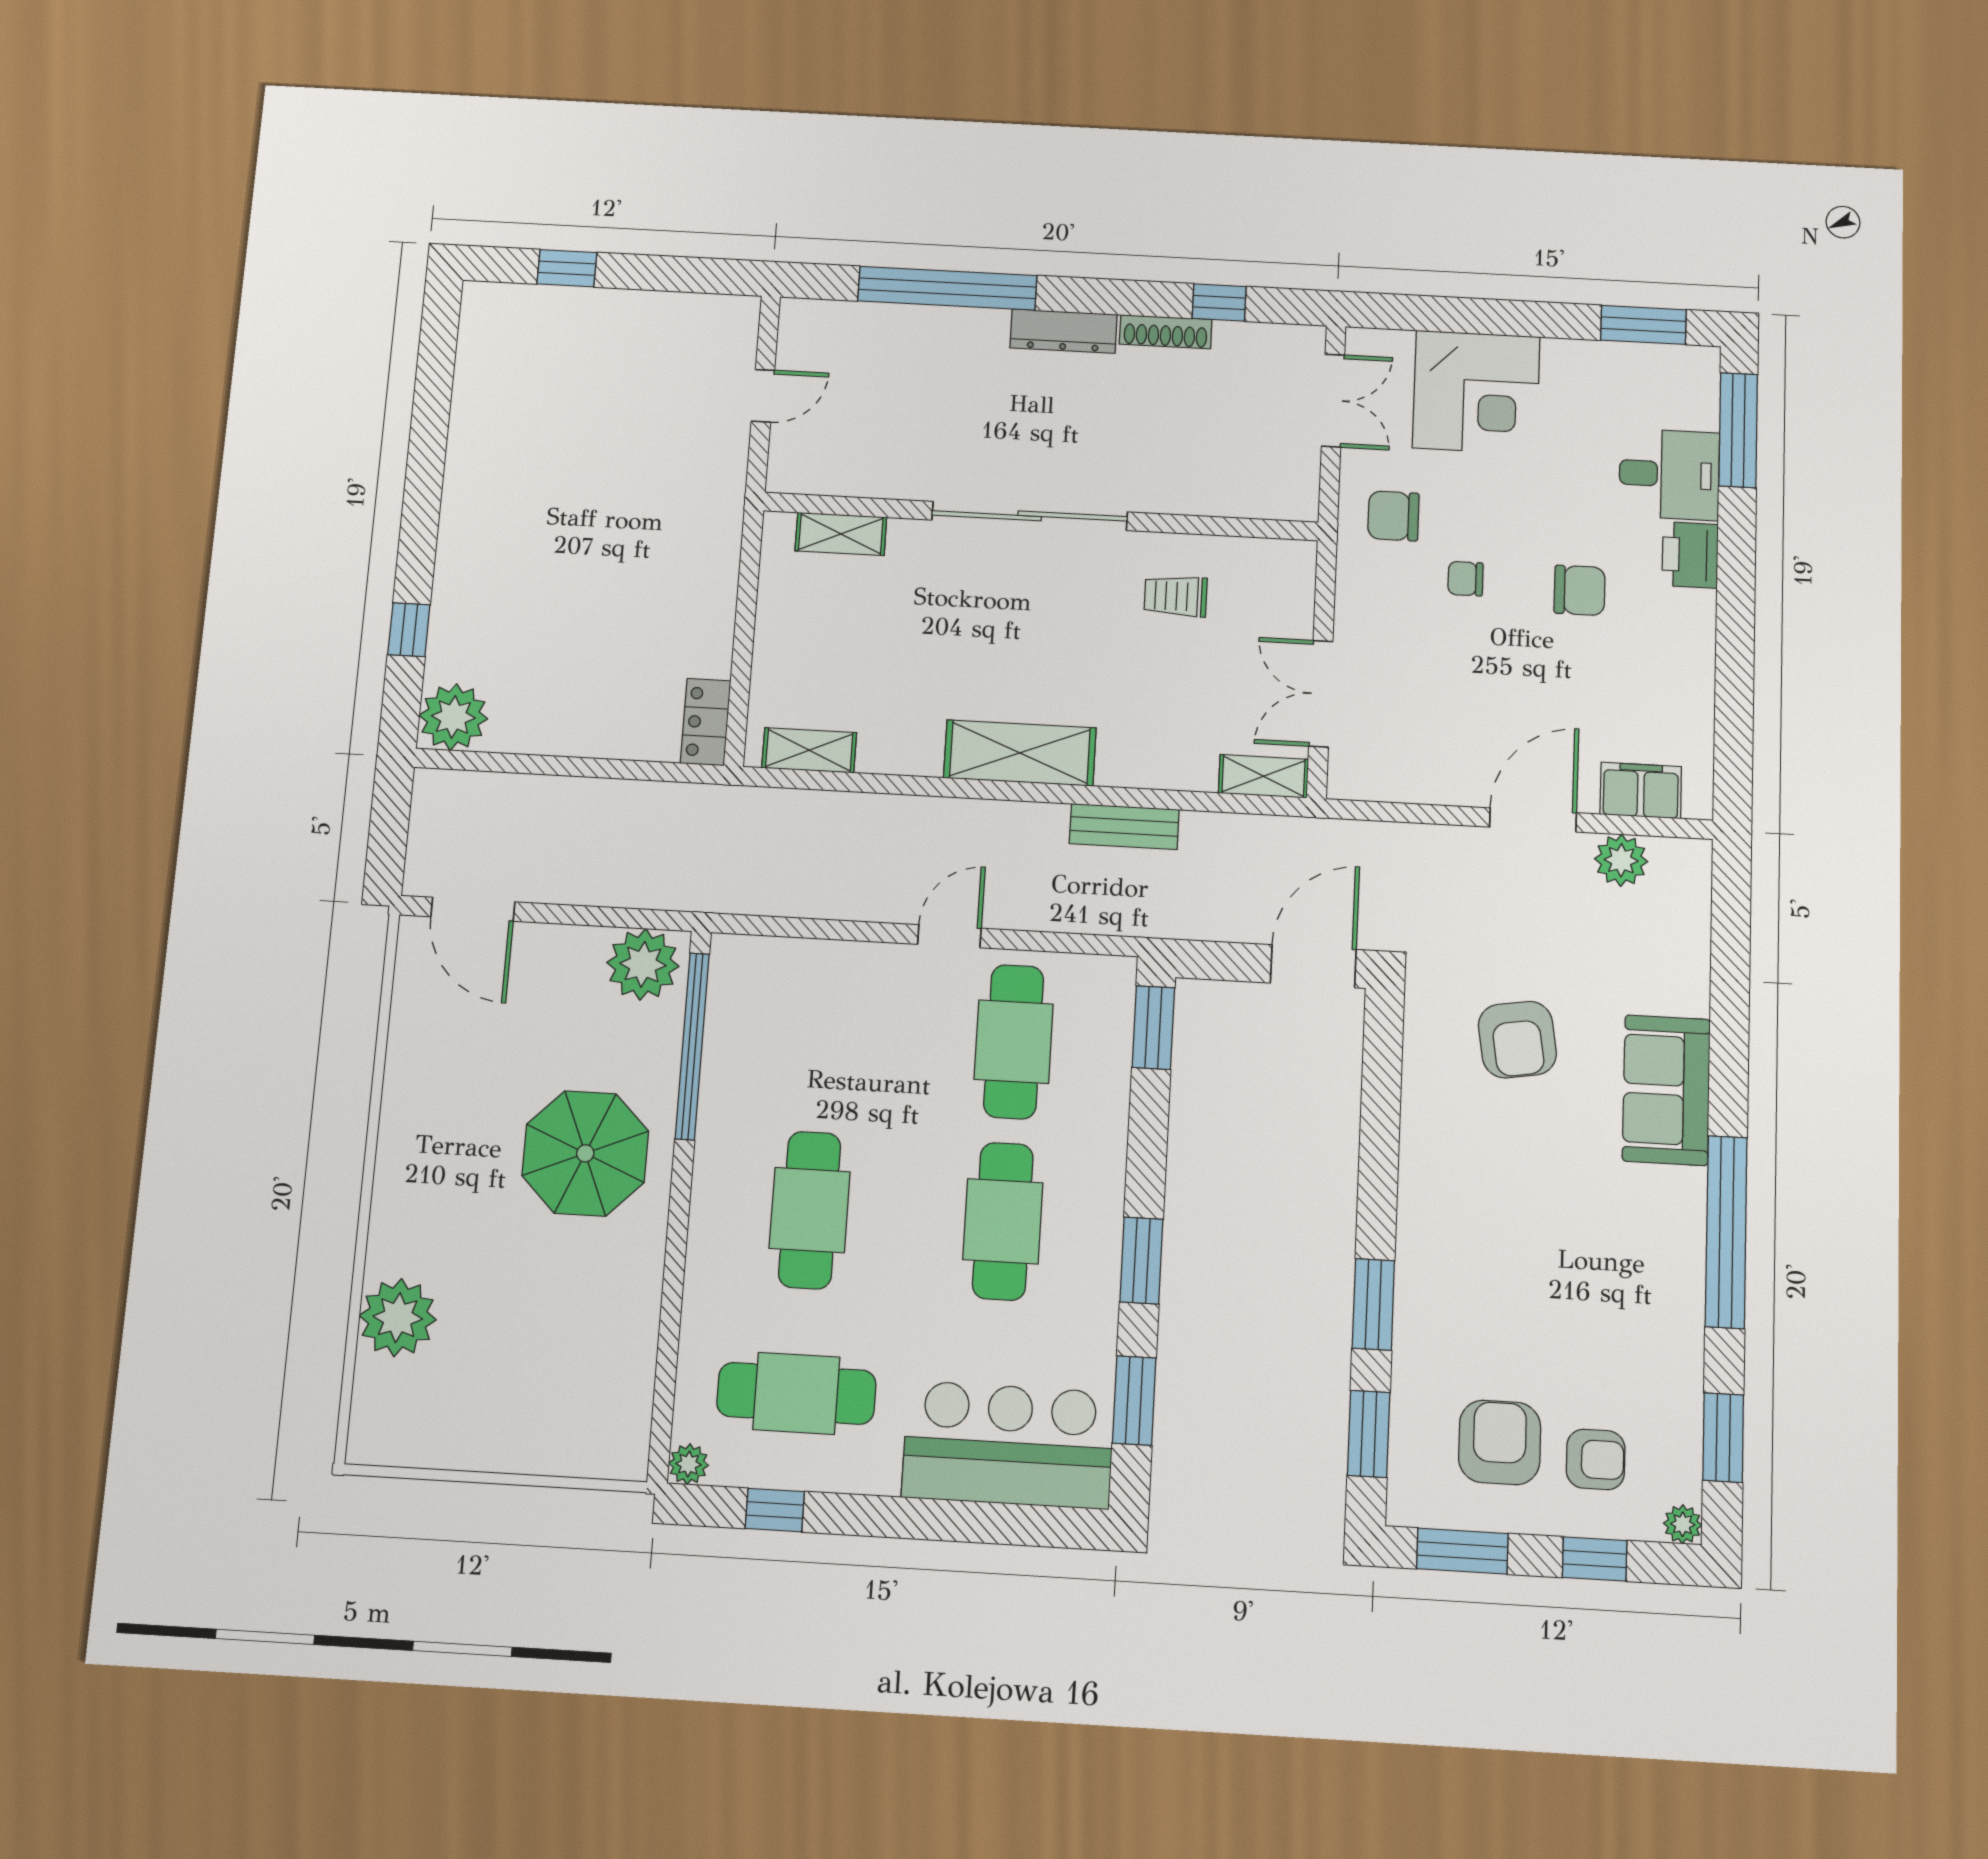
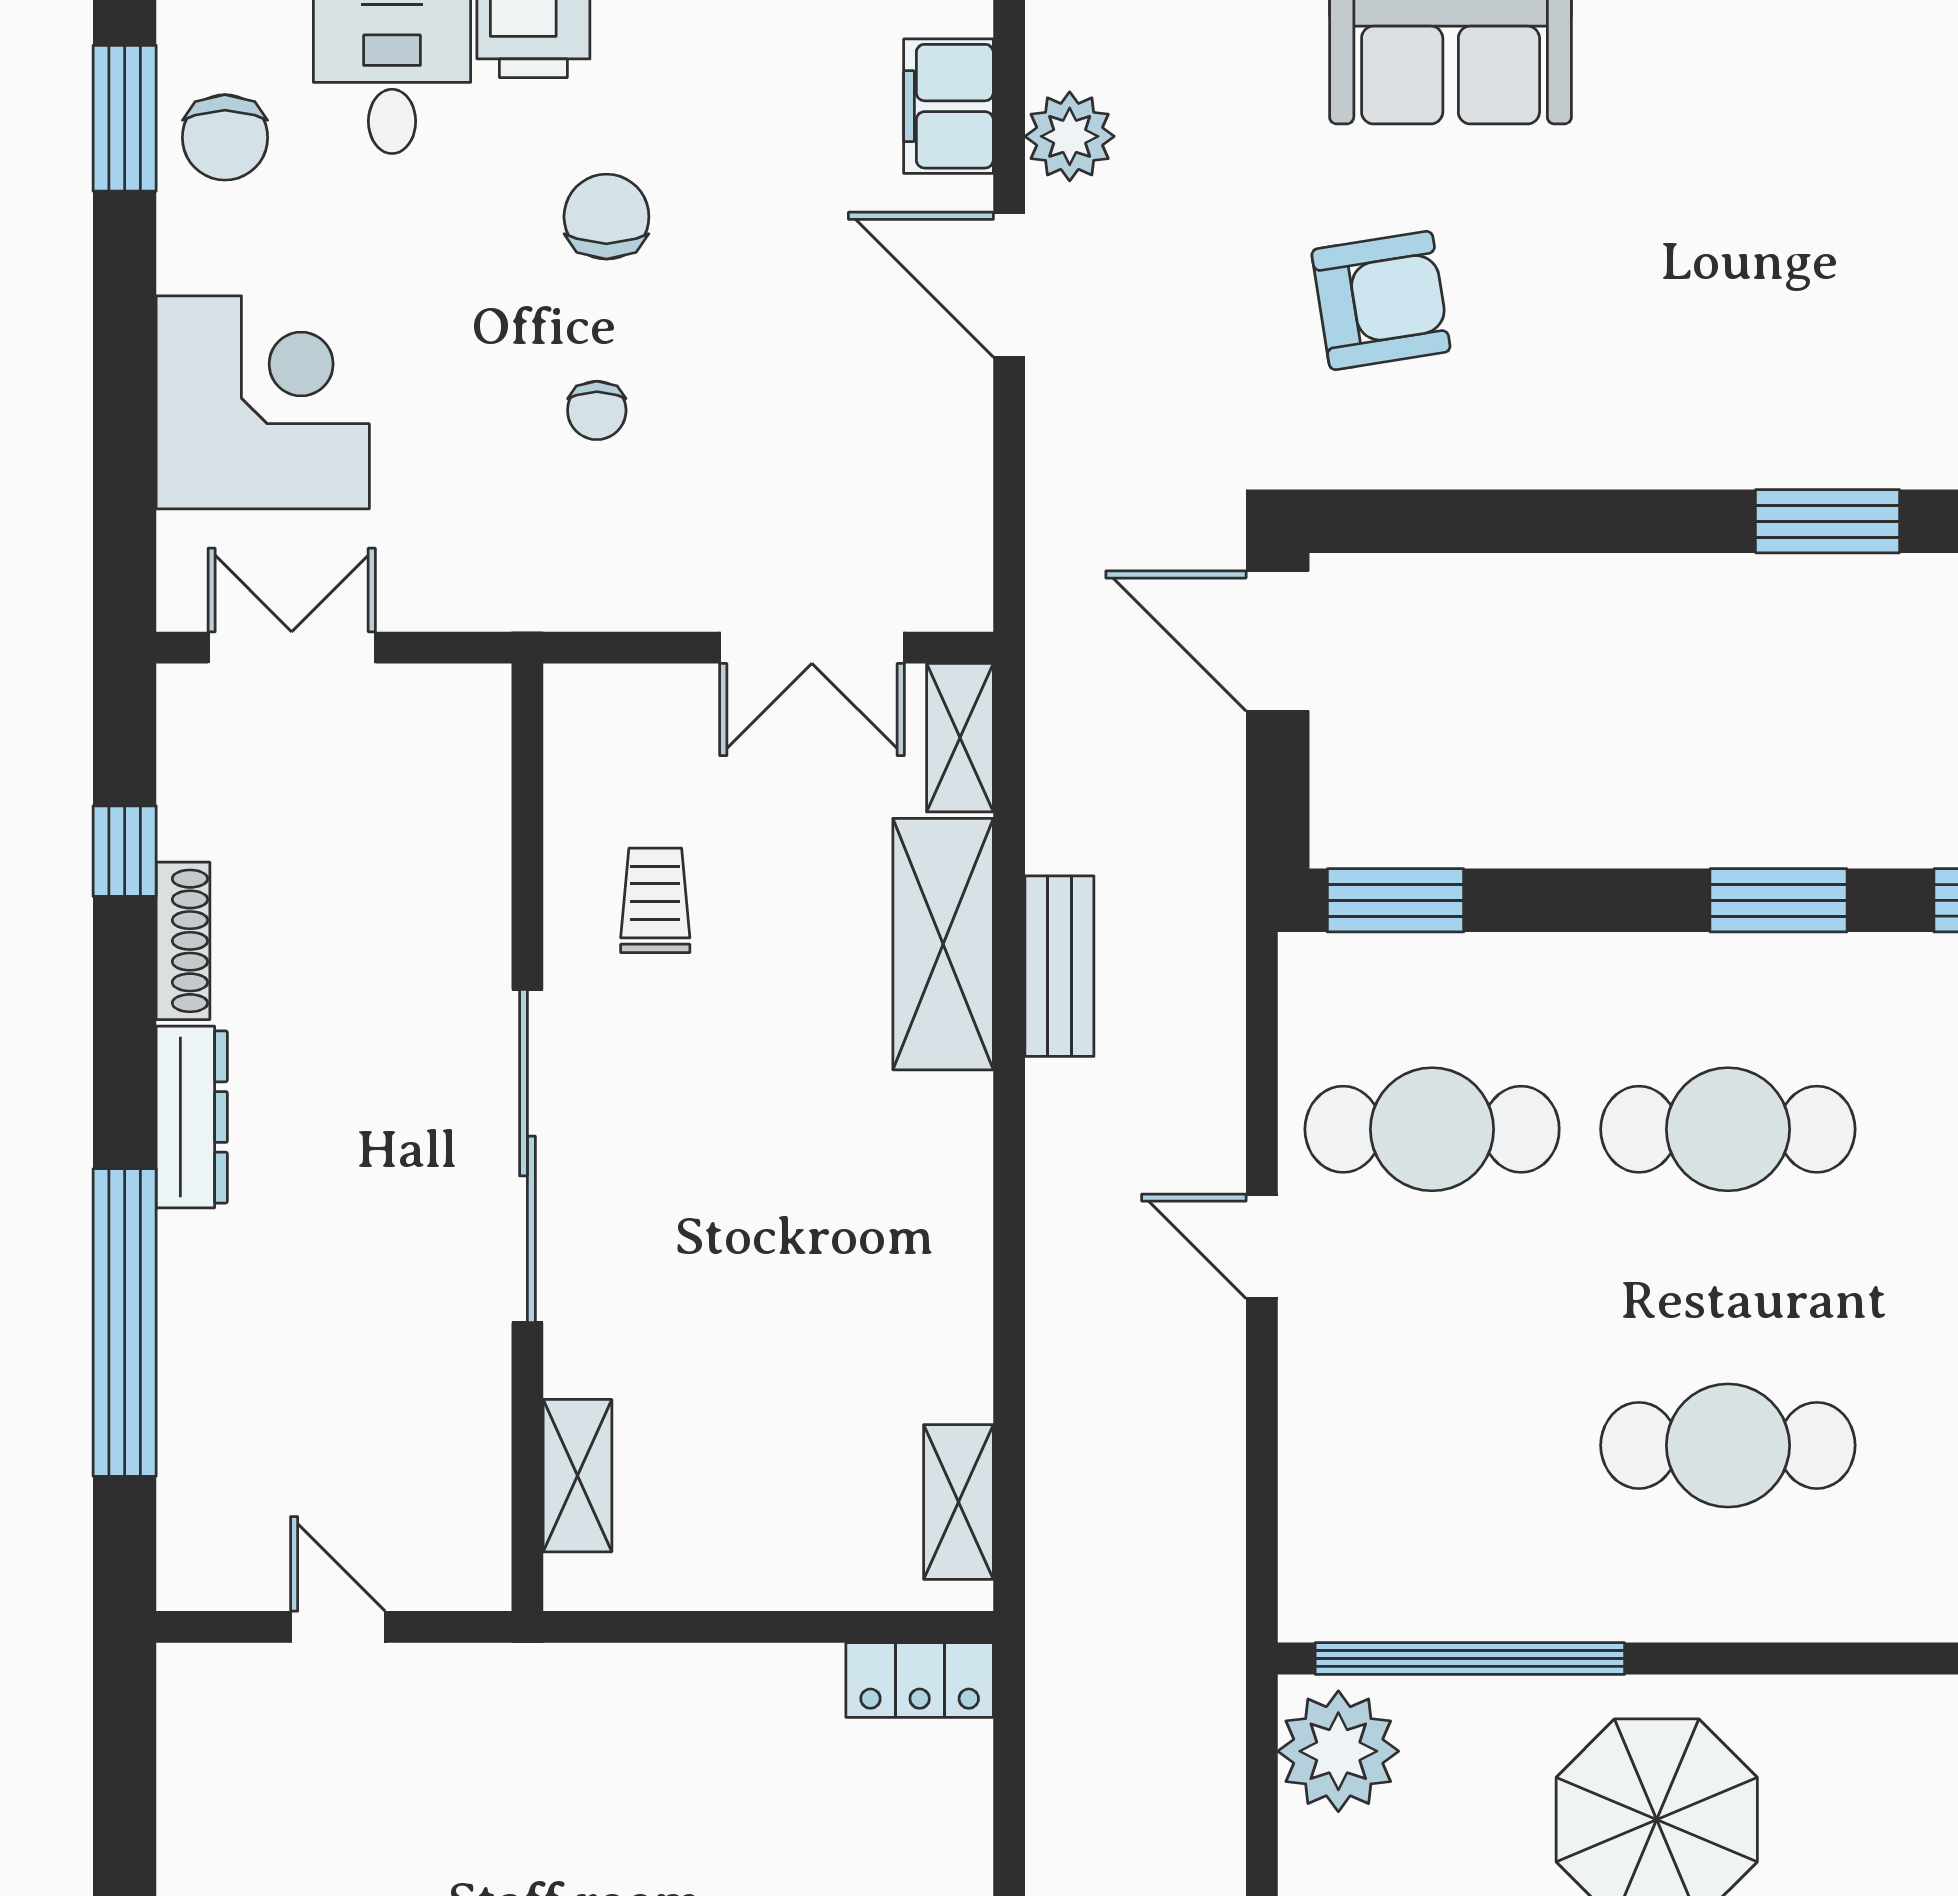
chair: (1393, 516) -> (225, 137), moved
trolley: (1176, 596) -> (655, 900), turned 180
shelving: (1020, 753) -> (943, 944), moved

